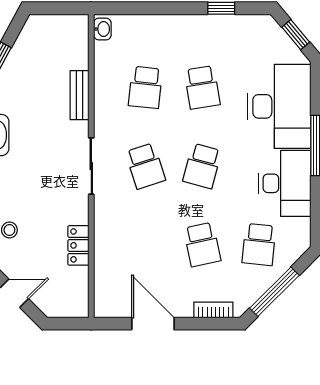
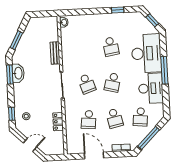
school desk: (145, 87) -> (89, 120), moved

